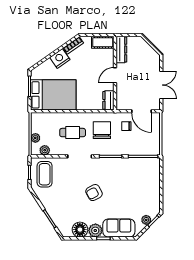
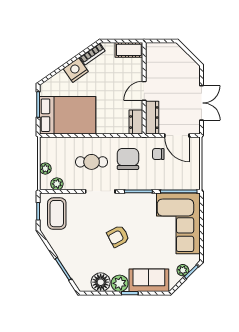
dresser: (121, 49) -> (152, 118), moved
corner sofa: (143, 182) -> (178, 223), added

